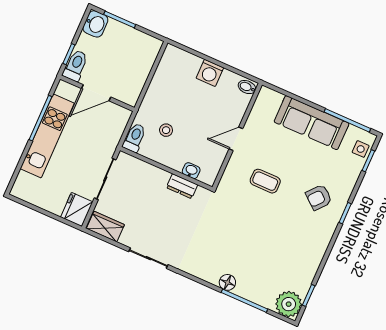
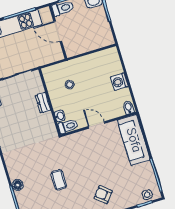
sofa: (312, 123) -> (134, 140), moved
toilet: (135, 138) -> (68, 126), moved
coffee table: (265, 181) -> (59, 180), moved
dresser: (182, 186) -> (43, 103), moved

